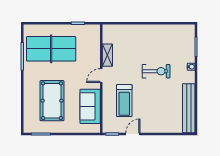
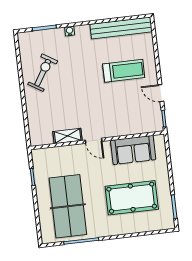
exercise bike: (156, 71) -> (43, 73), moved, turned 32
treadmill: (124, 101) -> (124, 71), moved

